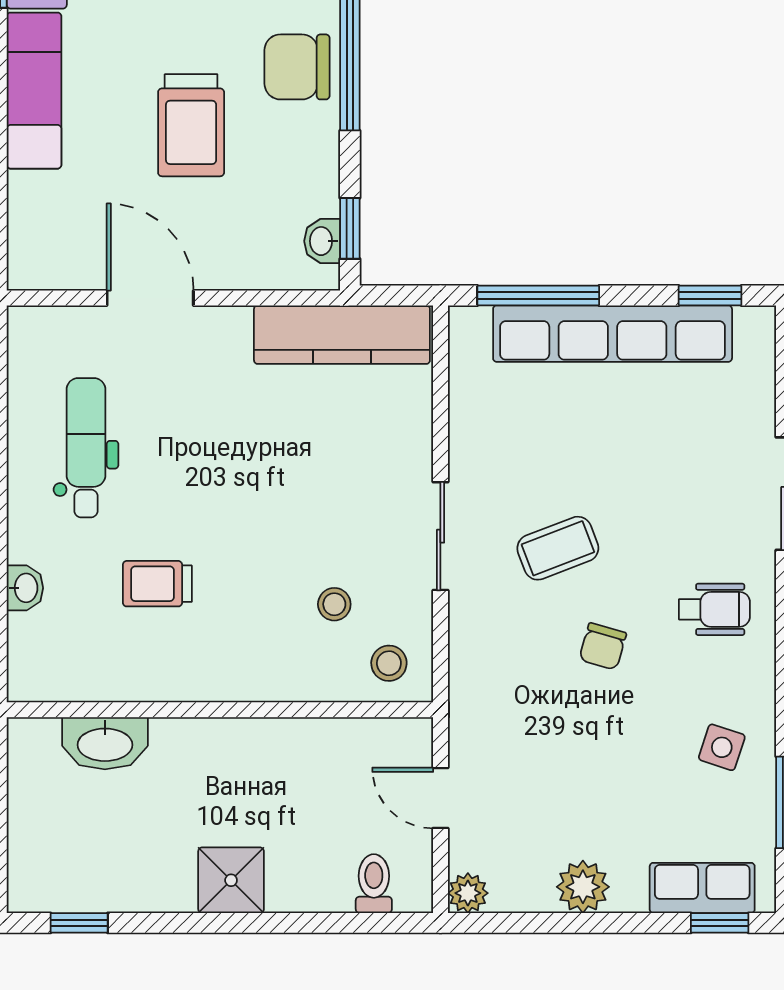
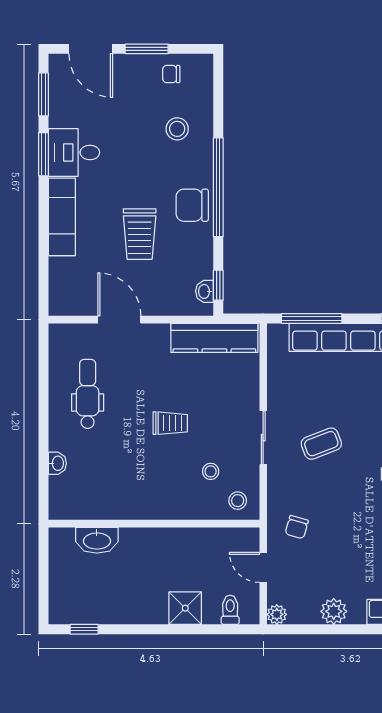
trolley: (157, 584) -> (170, 423), moved, turned 180
chair: (603, 646) -> (297, 527), moved
shower: (231, 880) -> (185, 608), moved

